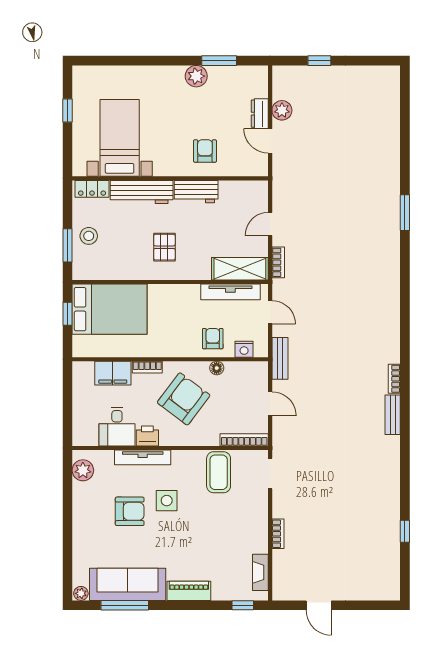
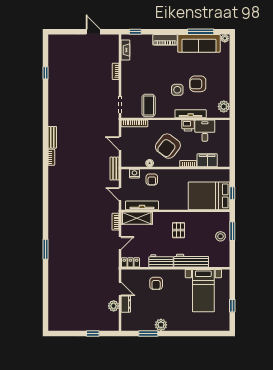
locker: (92, 189) -> (130, 262), moved

